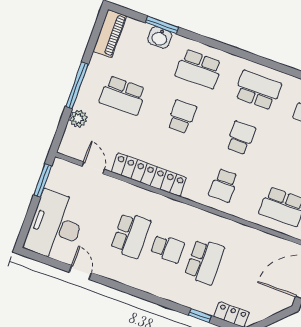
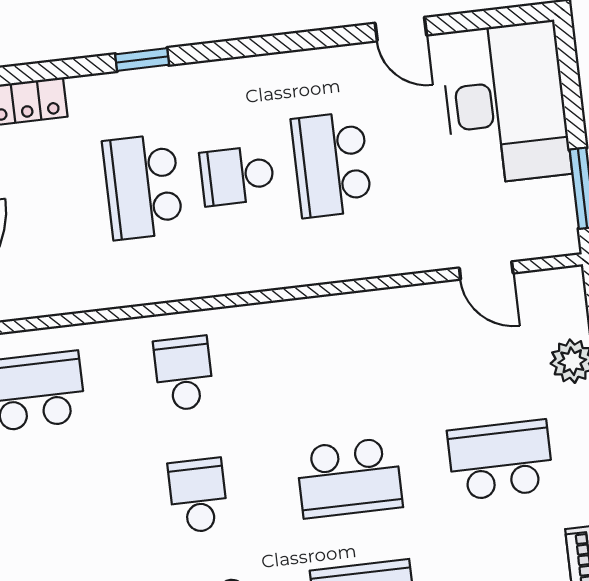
school desk: (182, 117) -> (349, 478), width x1.85
school desk: (241, 138) -> (198, 496), turned 180
locker: (149, 175) -> (358, 316), removed
window: (200, 315) -> (142, 60), moved

